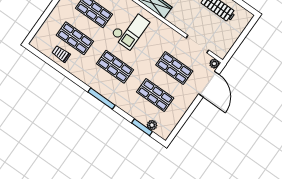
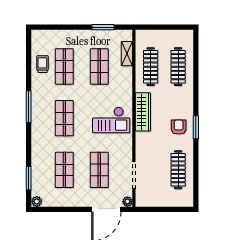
checkout: (130, 29) -> (111, 120), moved
window: (101, 99) -> (29, 107), moved
plant: (152, 125) -> (37, 201), moved

